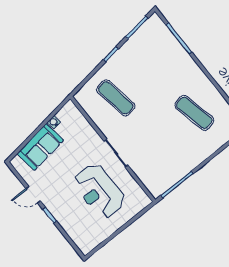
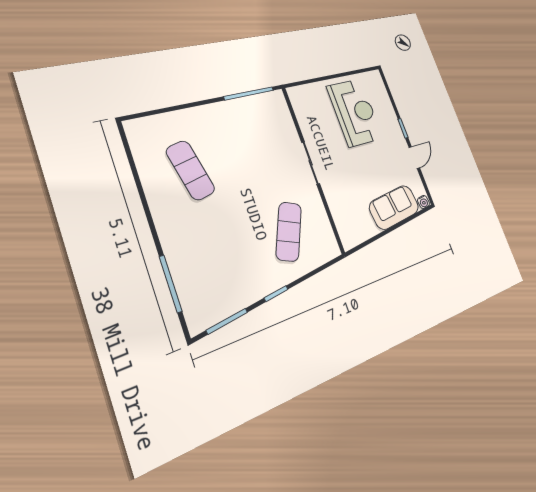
exercise mat: (116, 98) -> (289, 232), turned 33
water cooler: (54, 122) -> (423, 202), moved
reception desk: (99, 191) -> (355, 112), moved
door: (33, 195) -> (414, 158), hinge flipped

